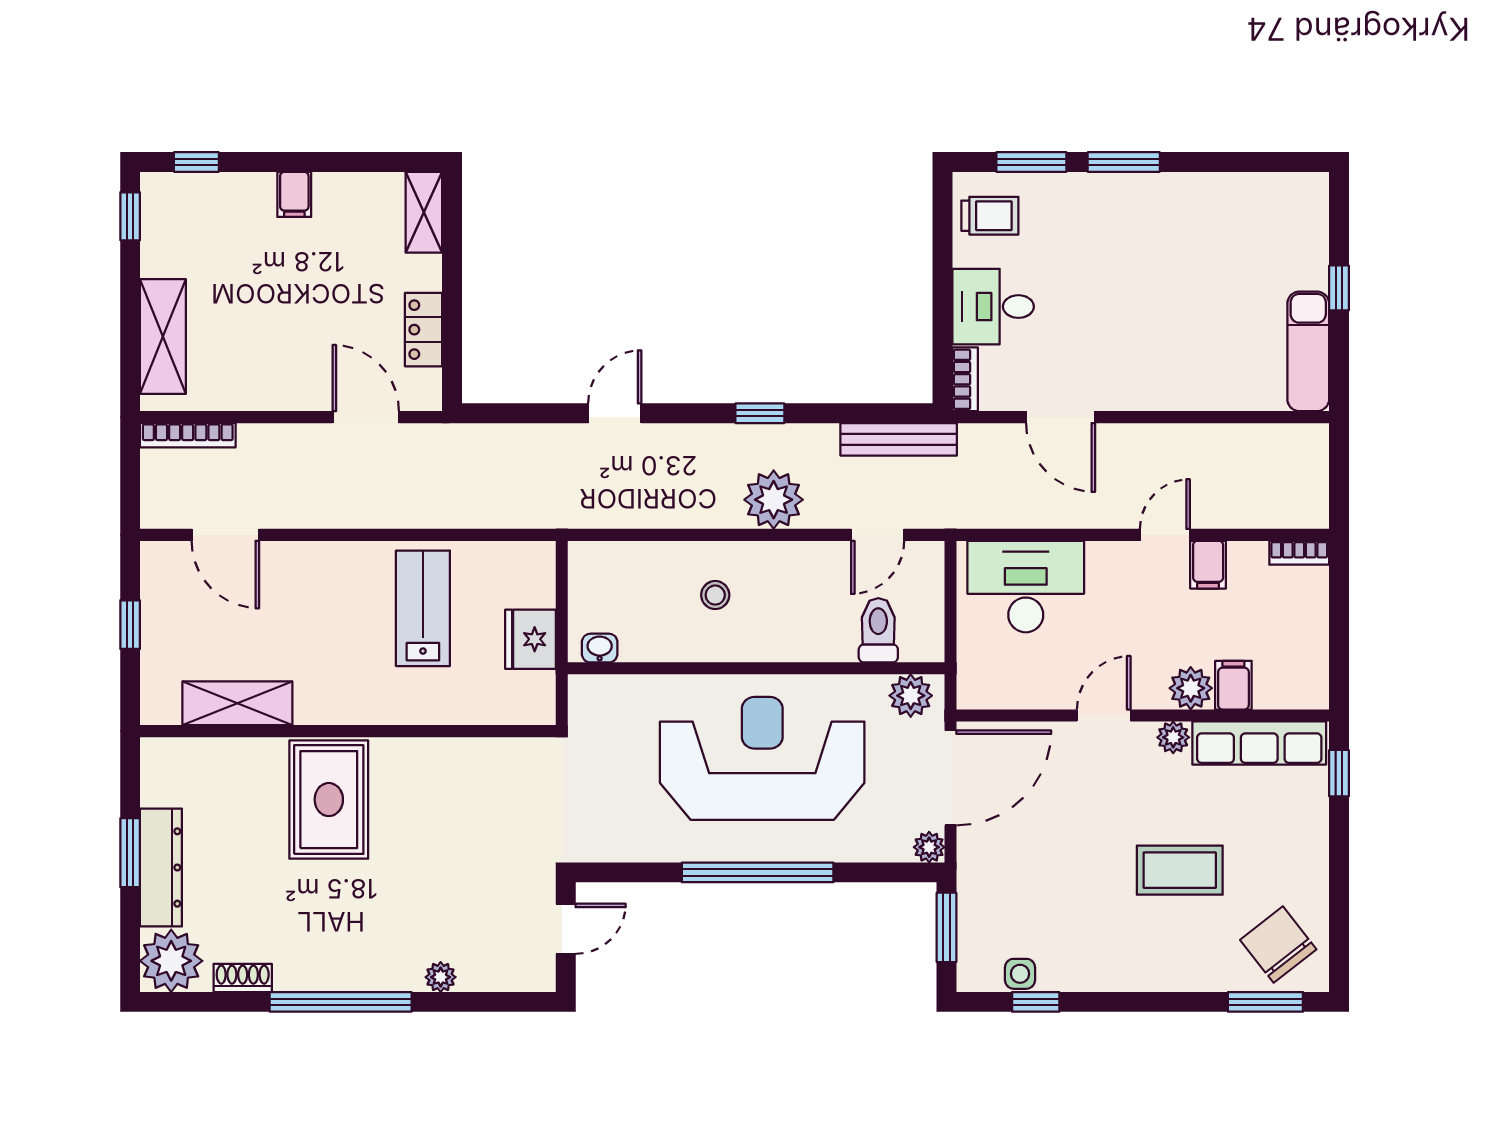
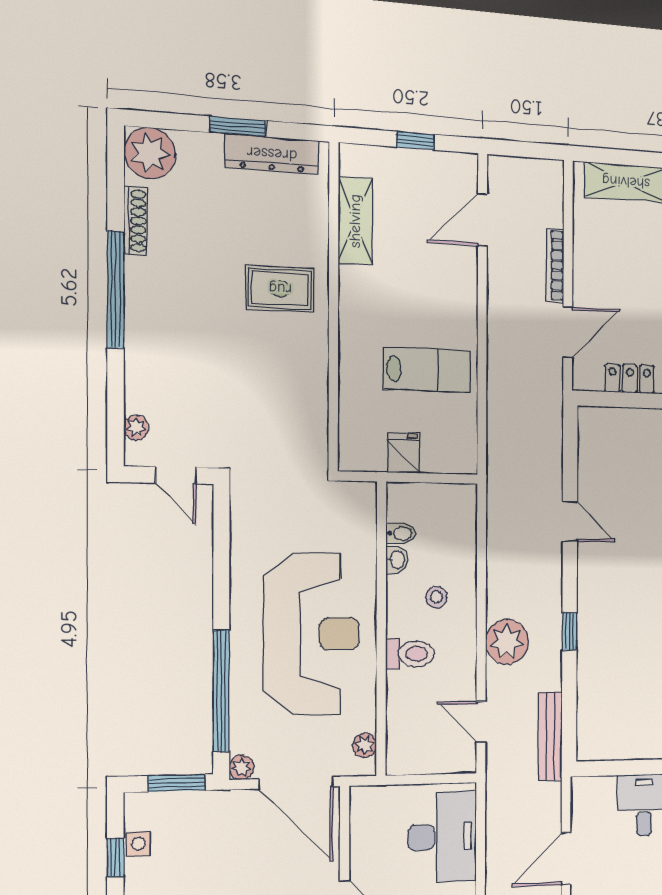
bookcase: (965, 379) -> (593, 786), removed
bookcase: (188, 435) -> (555, 265), moved
toilet: (878, 630) -> (410, 654), moved
fridge: (531, 639) -> (404, 453), width x0.72
bidet: (634, 643) -> (401, 533), added
washbasin: (600, 648) -> (397, 560), moved
plant: (911, 696) -> (365, 745), width x0.73, depth x0.73
rug: (329, 800) -> (280, 289), width x0.73, depth x0.70
dresser: (161, 867) -> (272, 154), moved
window: (758, 872) -> (221, 691), moved
plant: (441, 977) -> (136, 427), moved
shoe rack: (243, 978) -> (136, 221), width x1.43

